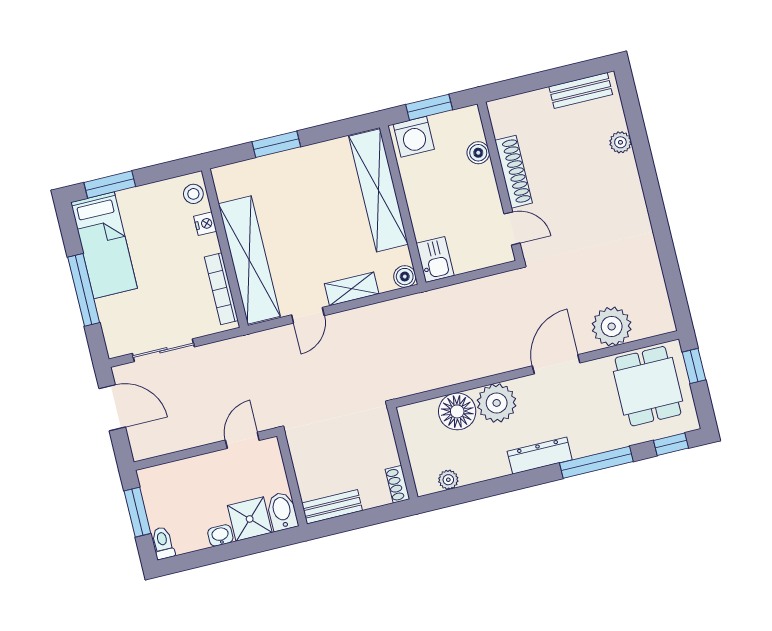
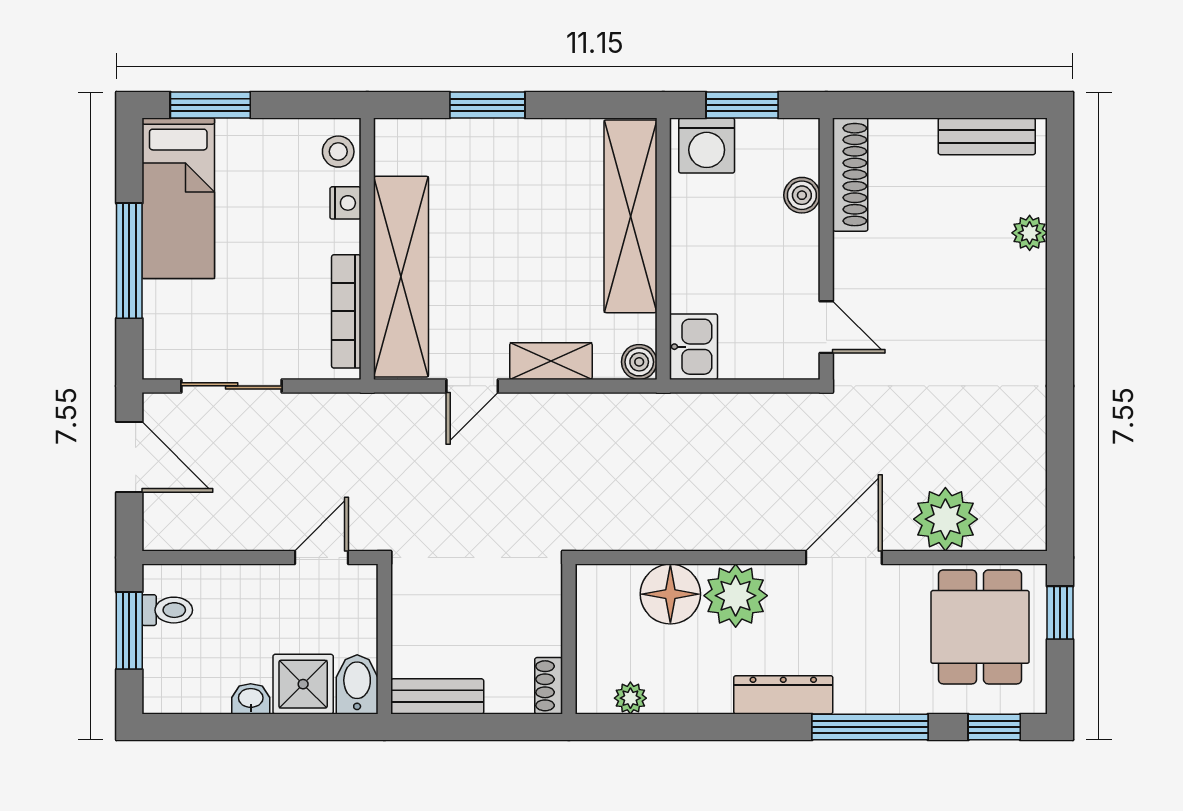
shoe rack: (514, 172) -> (850, 175), moved
toilet: (163, 543) -> (167, 610), moved, turned 90

